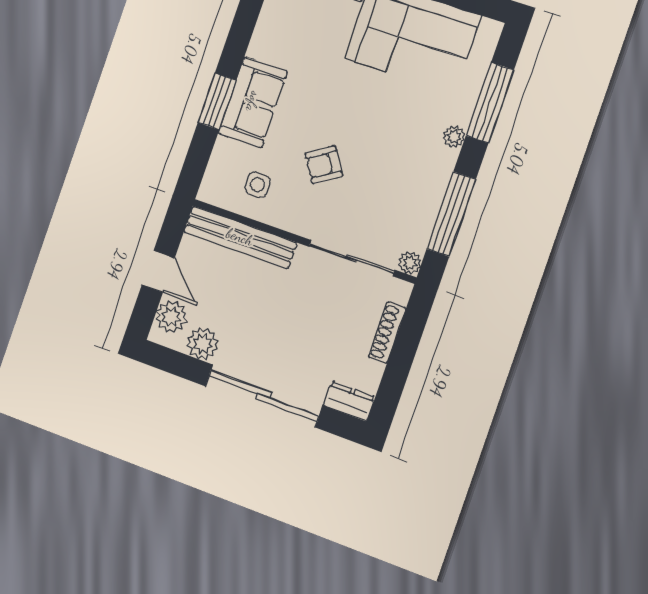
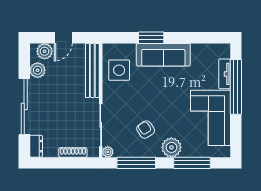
sofa: (253, 102) -> (163, 55), width x1.36
plant: (454, 136) -> (171, 147), width x1.88, depth x1.88
armchair: (324, 165) -> (146, 130), moved
side table: (257, 185) -> (119, 70), width x1.87, depth x1.87

